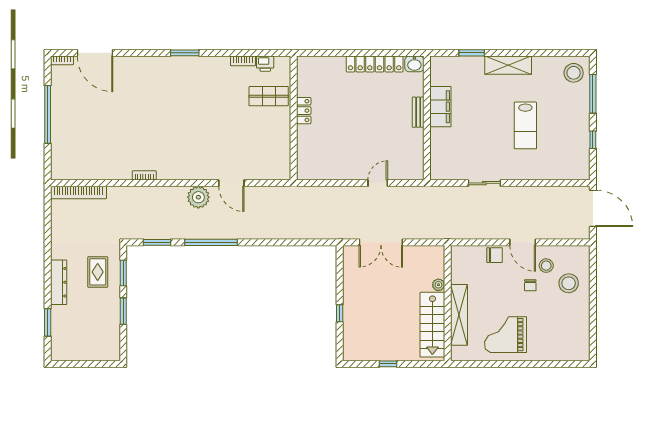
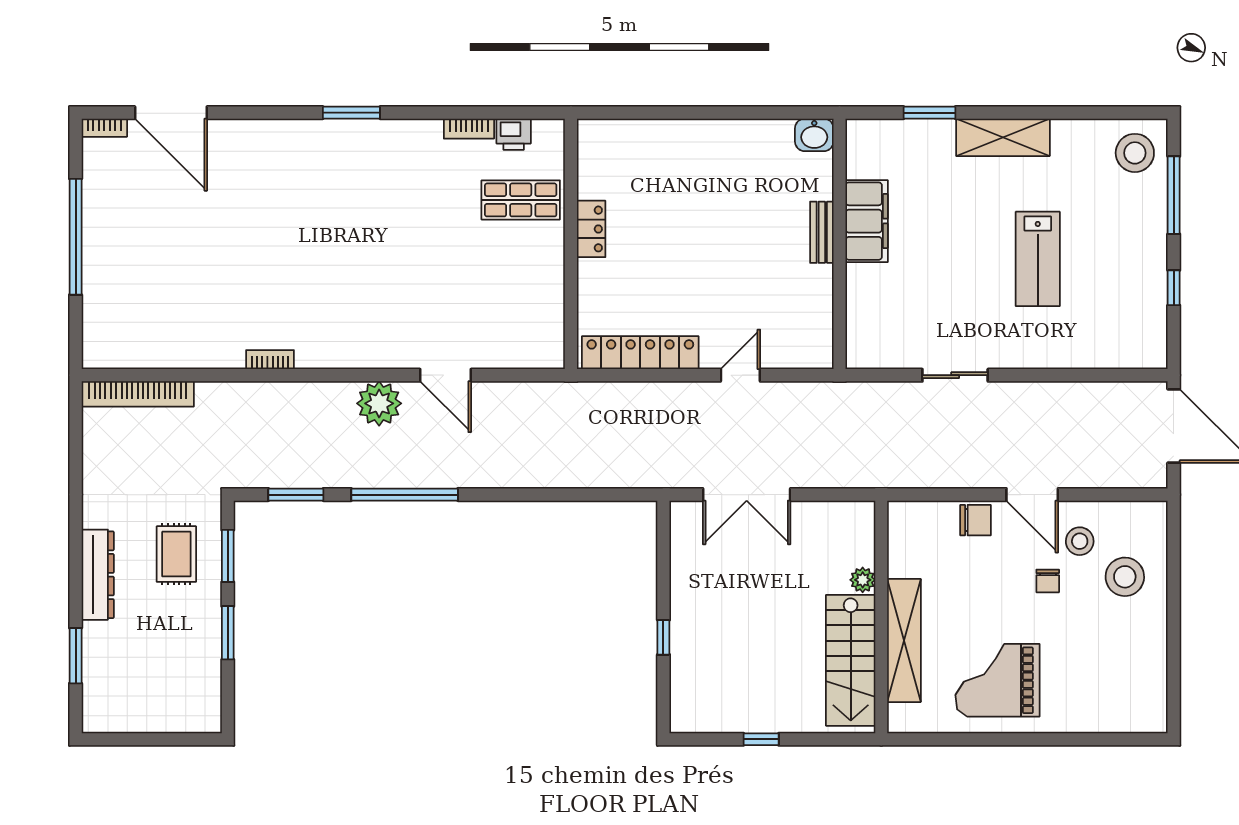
locker: (375, 64) -> (640, 353), moved, turned 180

